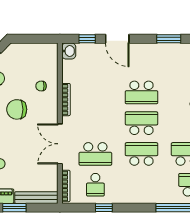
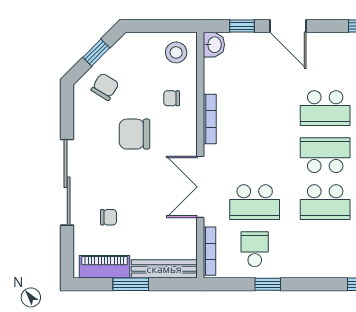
stool: (44, 56) -> (176, 52), added
school desk: (141, 154) -> (325, 202), turned 180
school desk: (95, 185) -> (255, 249), turned 180

